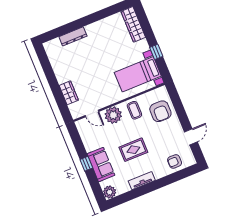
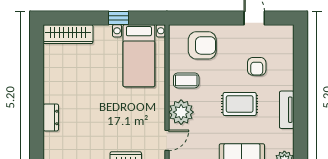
dresser: (73, 36) -> (51, 117), width x0.70
rug: (133, 150) -> (240, 104), turned 90
armchair: (175, 161) -> (257, 66), moved

